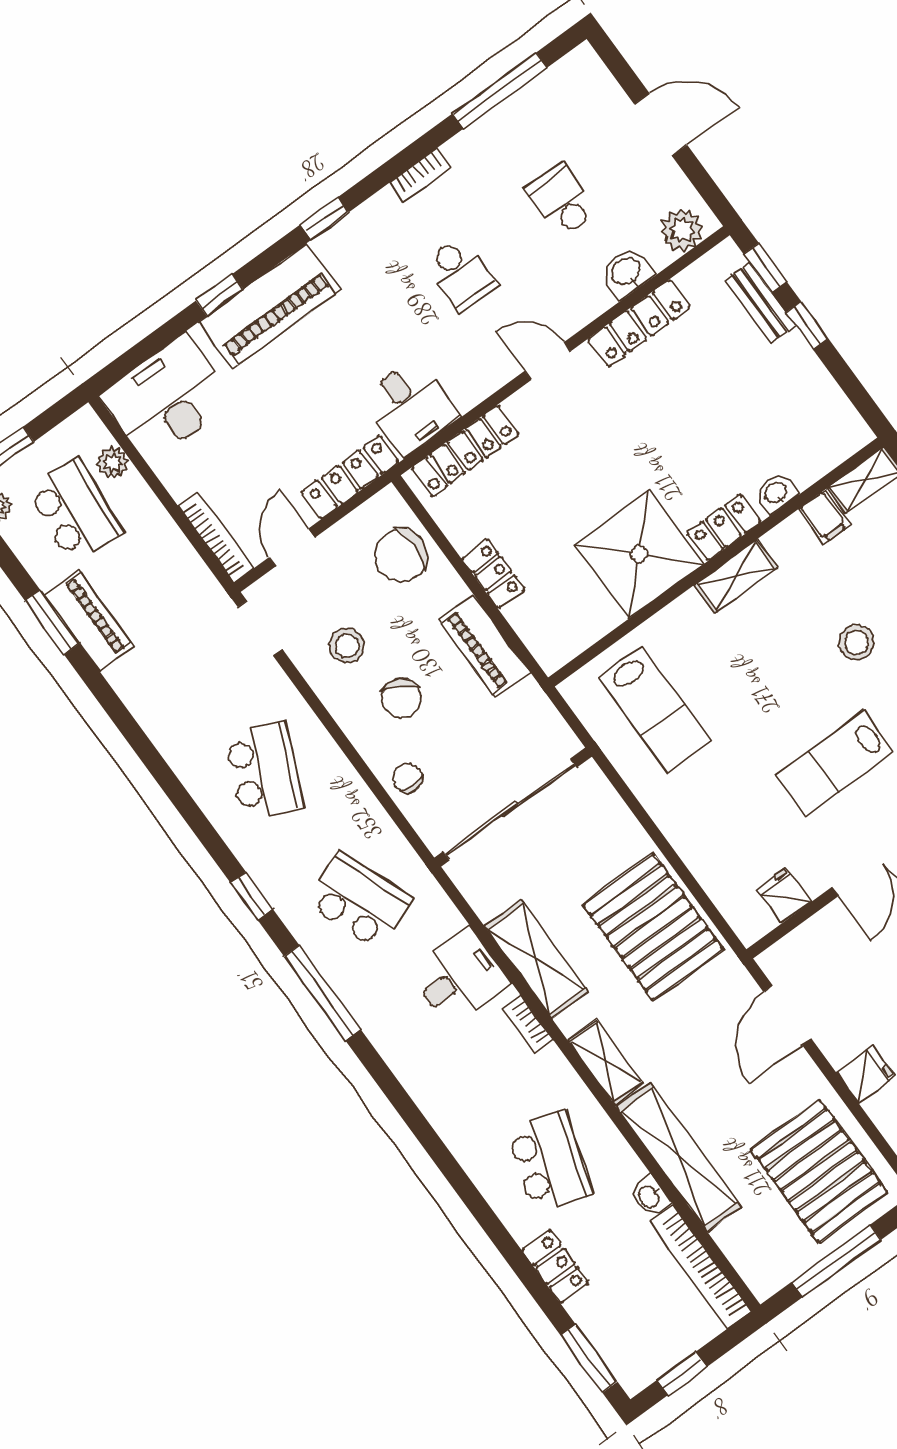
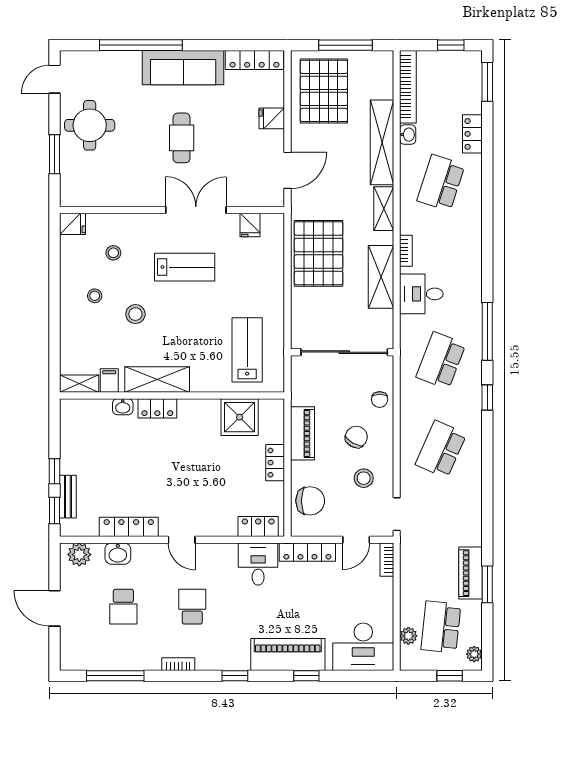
locker: (465, 451) -> (258, 527), width x0.66
bookcase: (216, 537) -> (387, 560), width x0.64
shower: (639, 554) -> (240, 417), moved, width x0.73, depth x0.73
shelving: (736, 576) -> (157, 379), width x1.50, depth x1.33
school desk: (359, 901) -> (441, 360), turned 42

